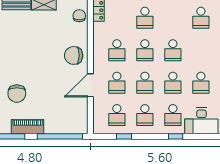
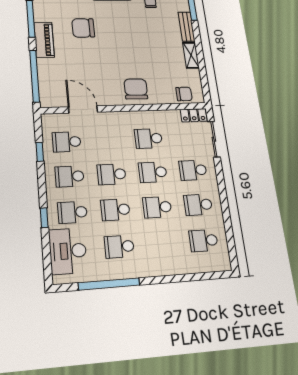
school desk: (117, 83) -> (198, 205), moved
door: (90, 85) -> (83, 110), moved

